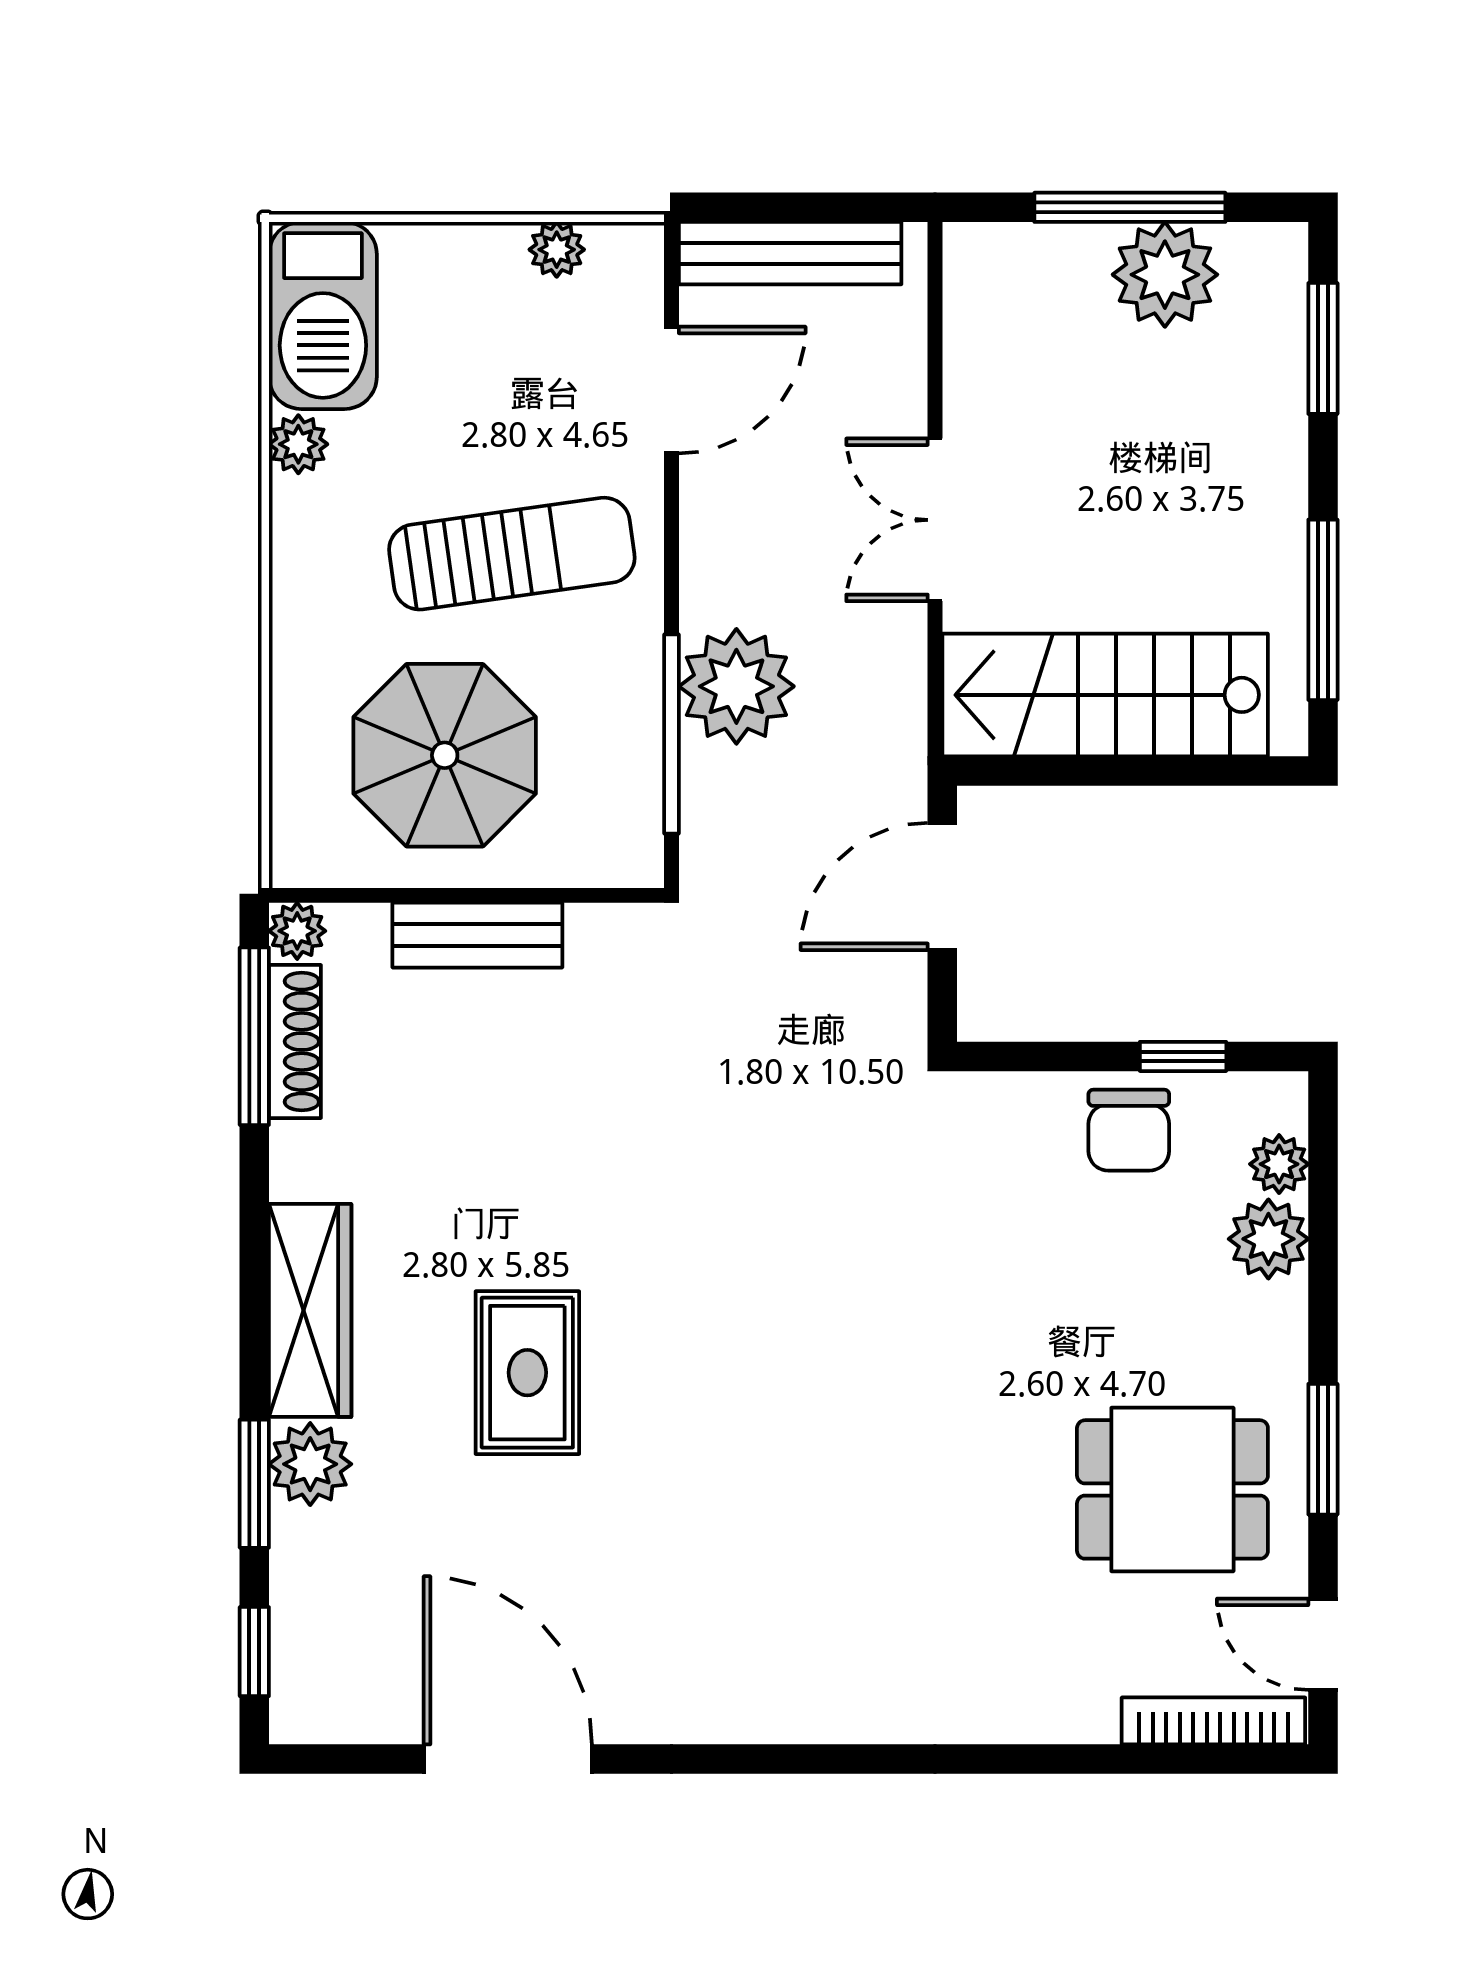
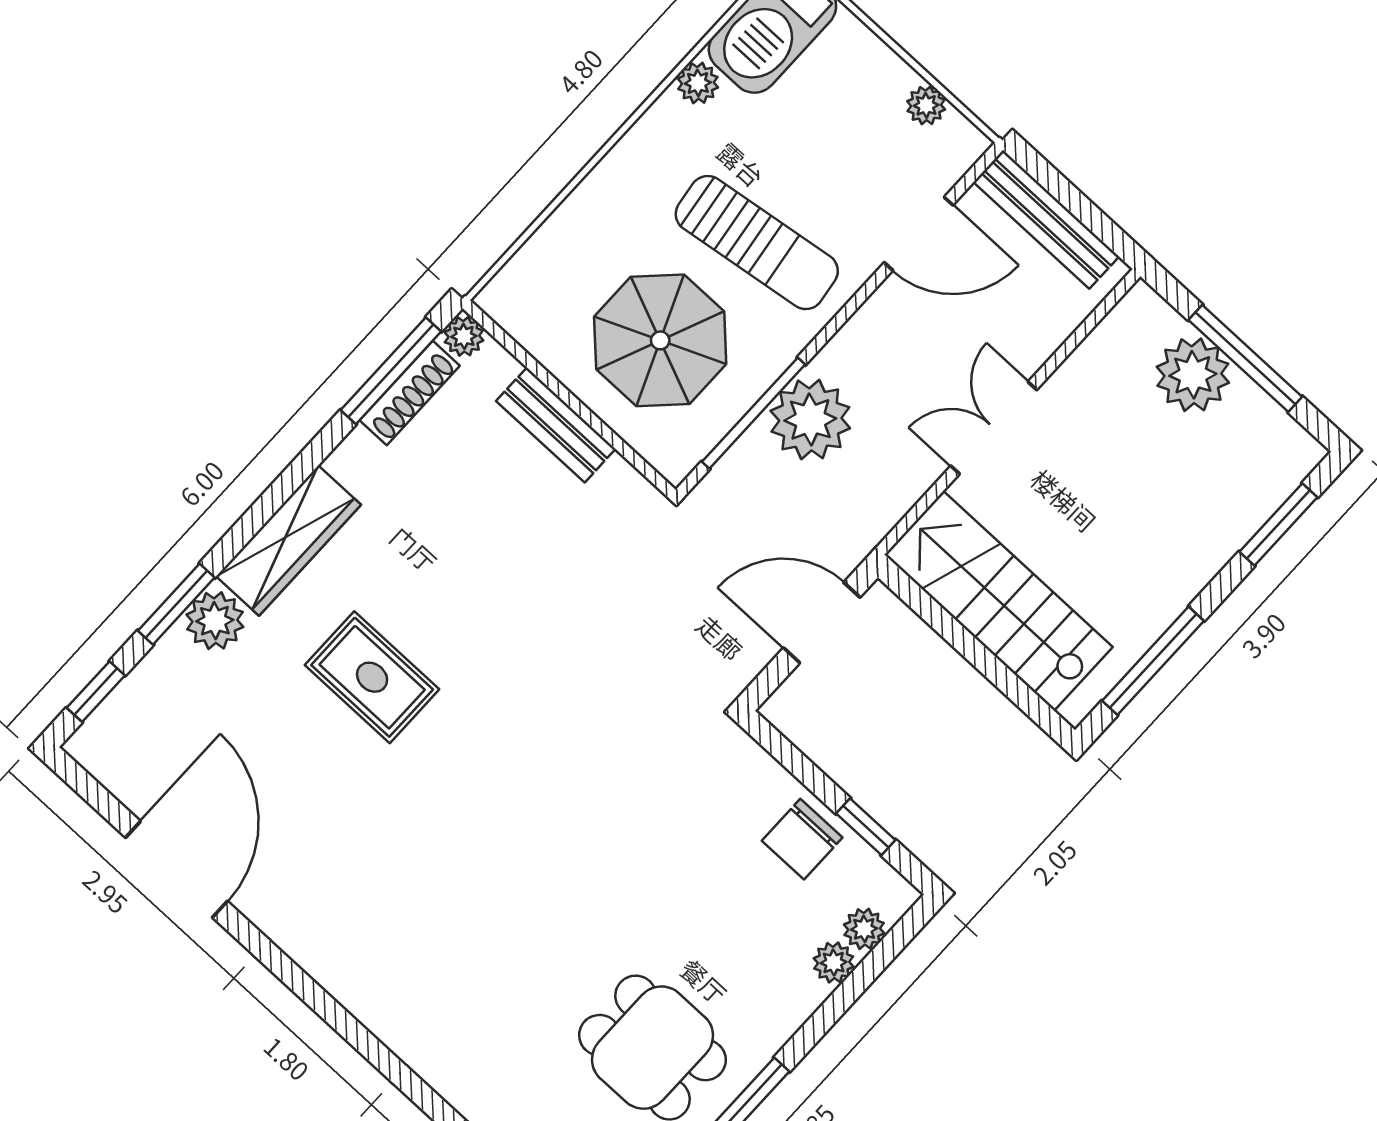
plant: (1165, 275) -> (1193, 375), moved
parasol: (445, 755) -> (660, 340), moved
plant: (1268, 1239) -> (834, 962), width x0.73, depth x0.73
rug: (527, 1373) -> (372, 677), turned 90

